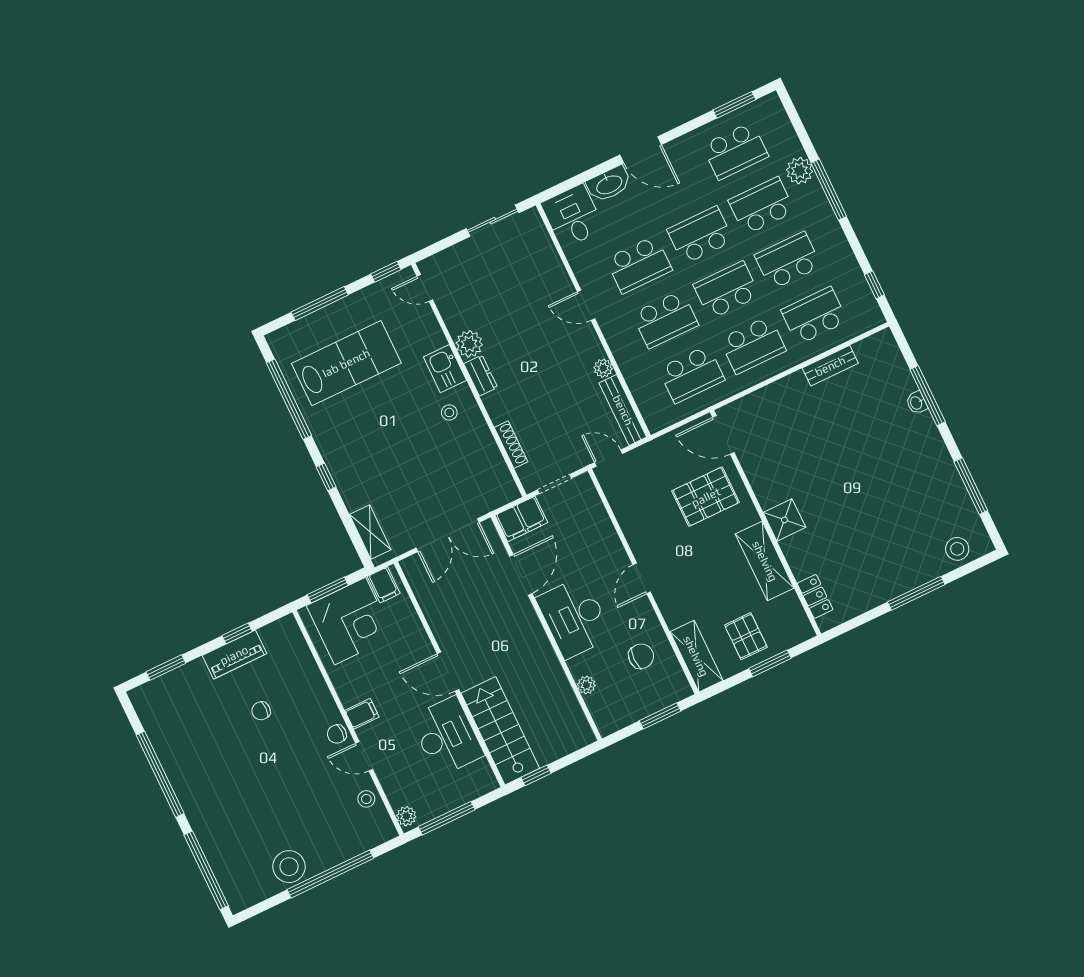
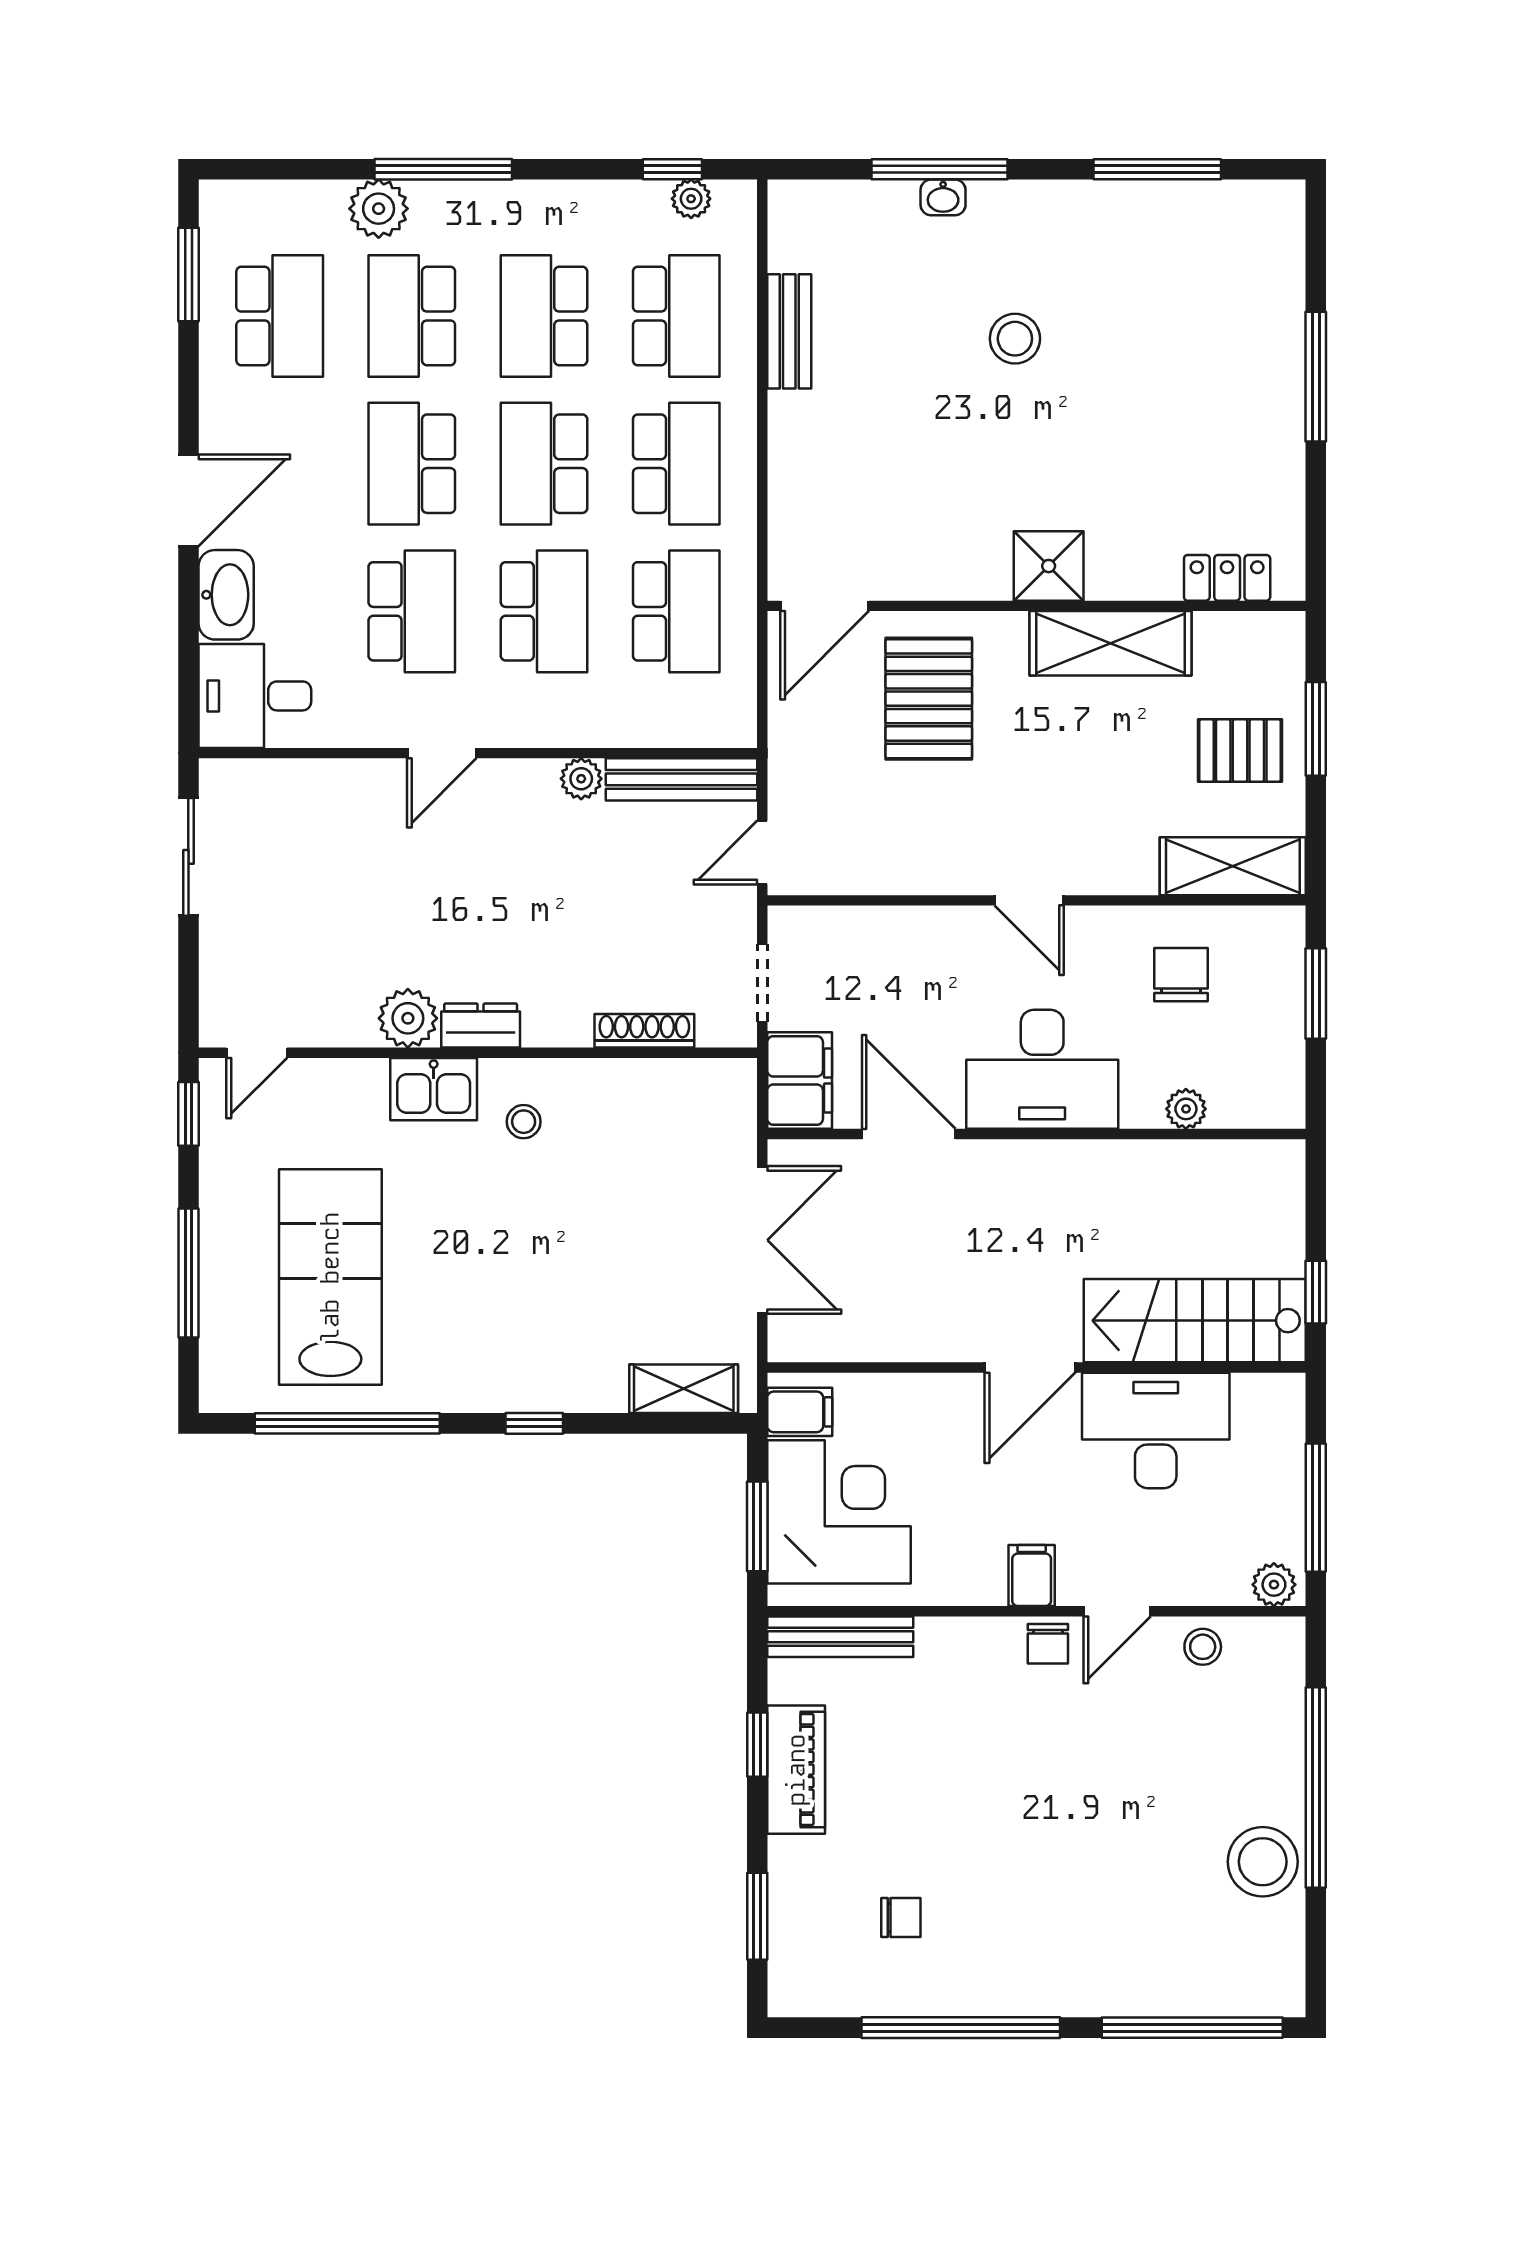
plant: (866, 298) -> (691, 199), added
school desk: (814, 316) -> (676, 316), turned 180
stool: (957, 549) -> (1015, 339), moved
bench: (298, 646) -> (840, 1637), added
chair: (261, 711) -> (901, 1918), moved, turned -90

